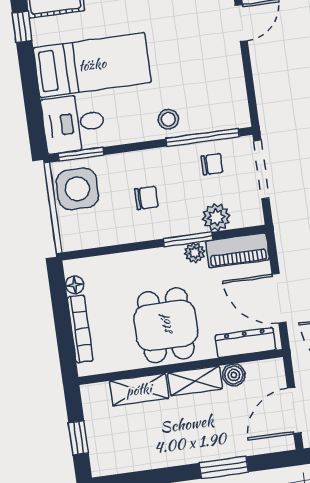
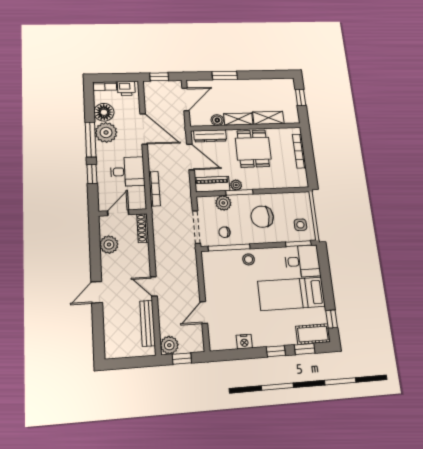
side table: (77, 189) -> (300, 225), width x0.54, depth x0.54
chair: (146, 198) -> (262, 217), width x1.87, depth x1.87
floor lamp: (75, 285) -> (302, 174), removed

